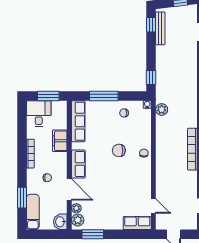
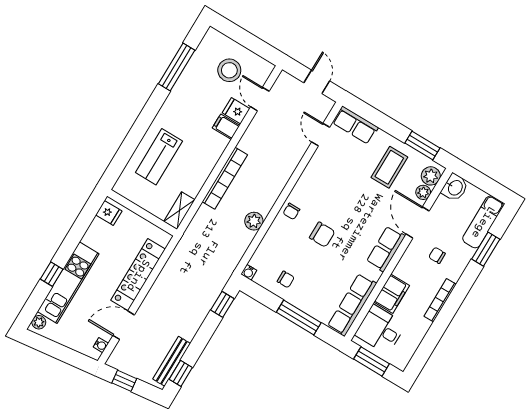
plant: (162, 109) -> (254, 221), moved
desk: (39, 114) -> (380, 329), moved, turned 90
coffee table: (104, 211) -> (389, 167), added

